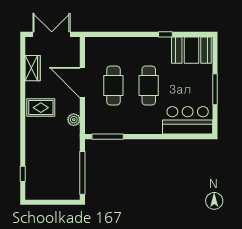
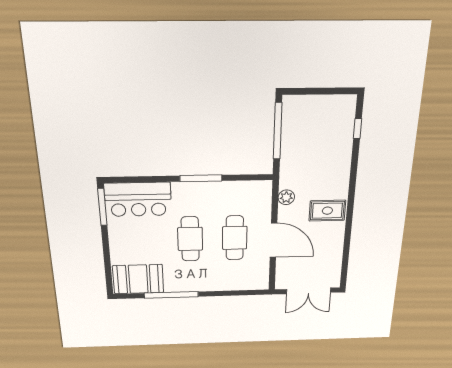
window: (165, 34) -> (171, 295), width x3.17
wardrobe: (33, 68) -> (334, 255), removed
window: (215, 89) -> (102, 207), moved
window: (108, 137) -> (201, 178), moved

